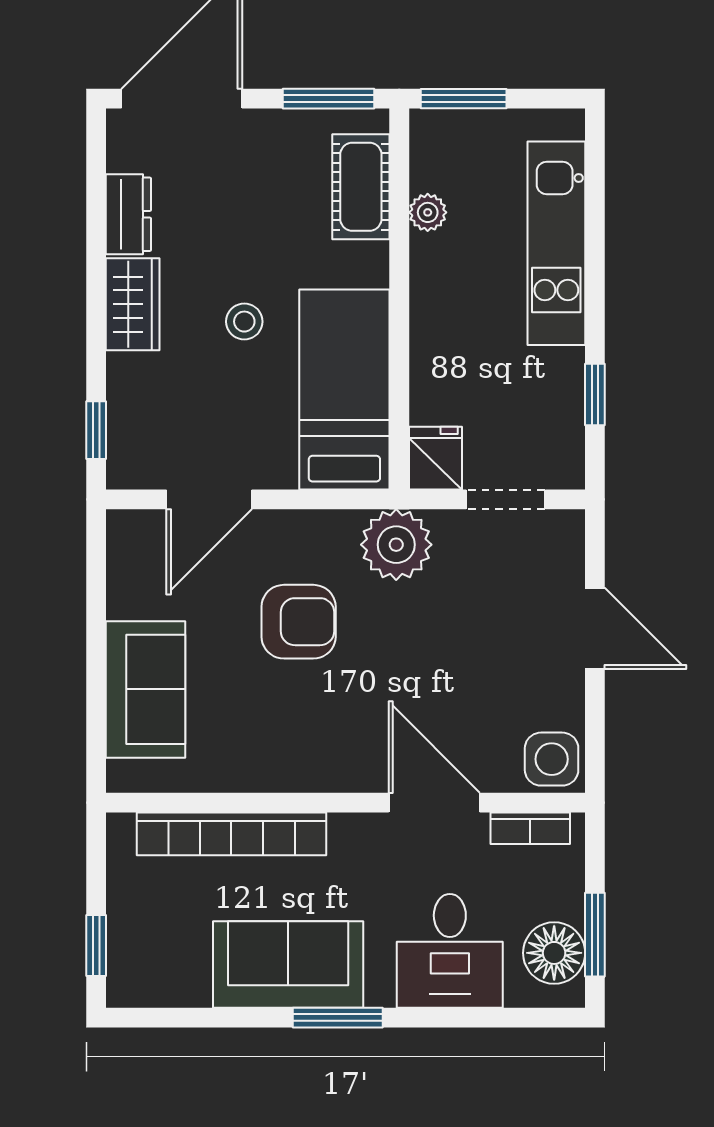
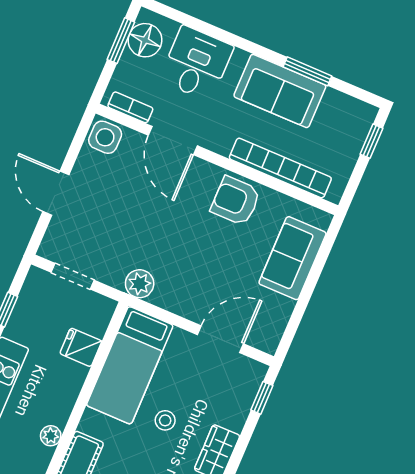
fridge: (435, 458) -> (81, 347), moved, turned 90
plant: (396, 545) -> (140, 284), width x0.73, depth x0.73
armchair: (299, 622) -> (236, 201), moved
window: (338, 1018) -> (307, 71), moved

